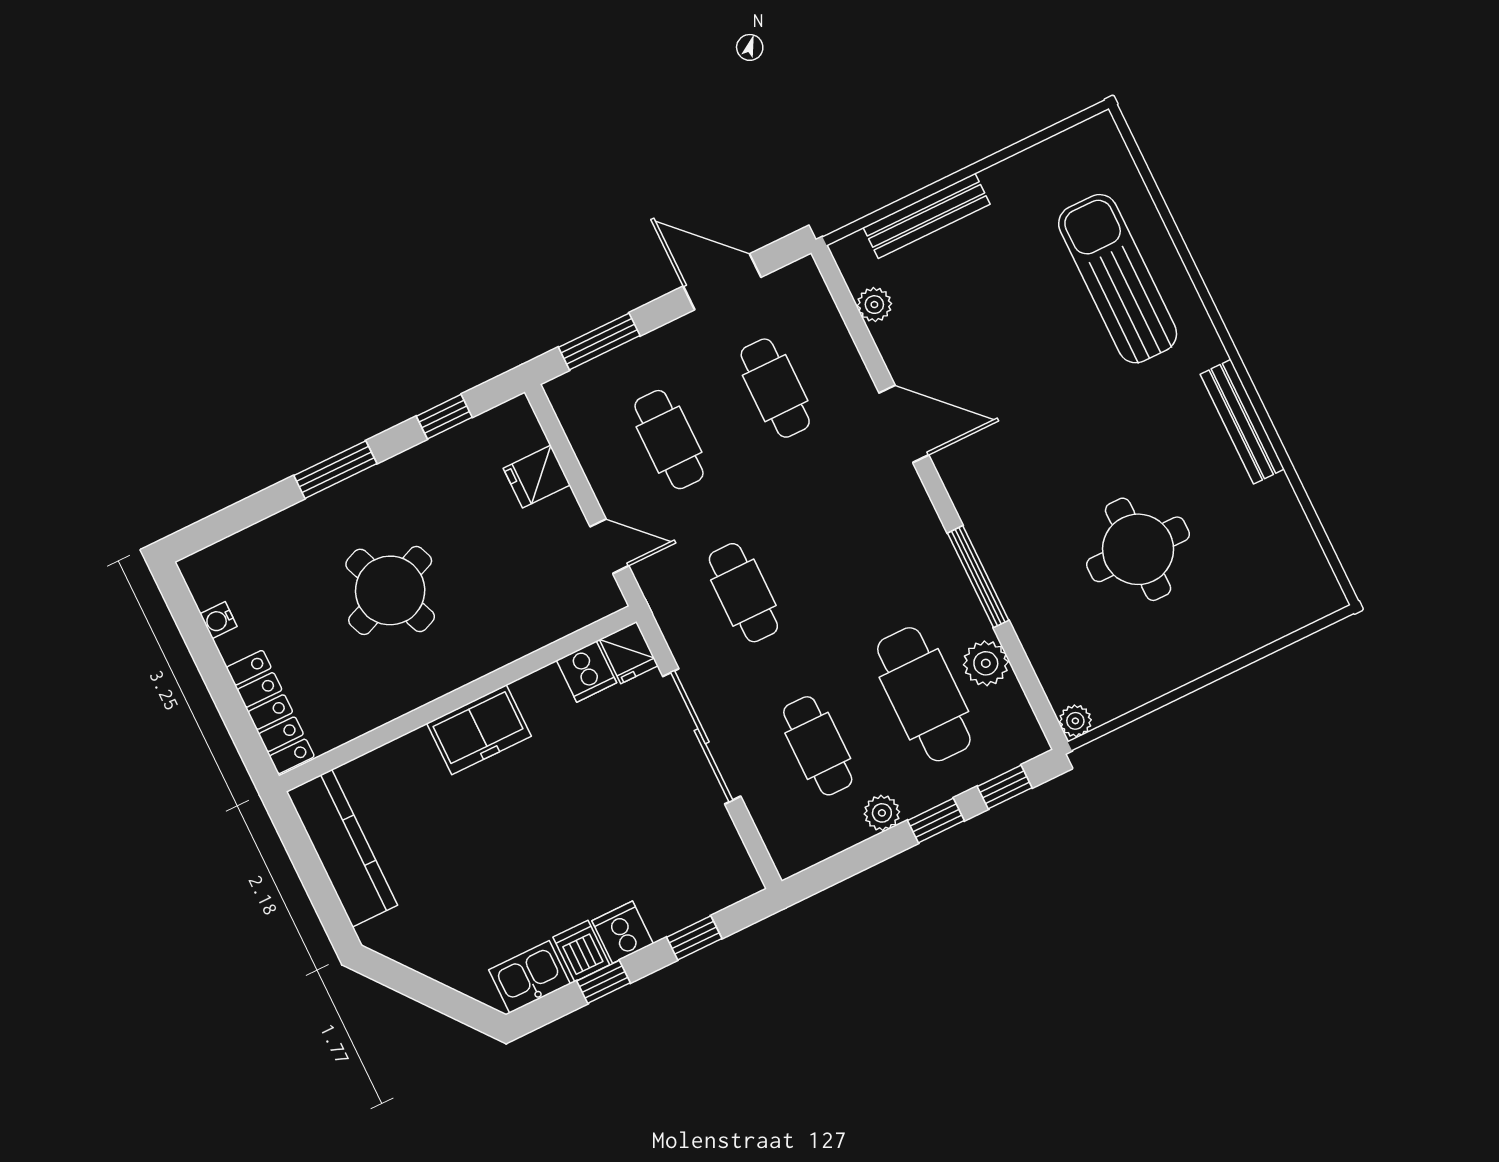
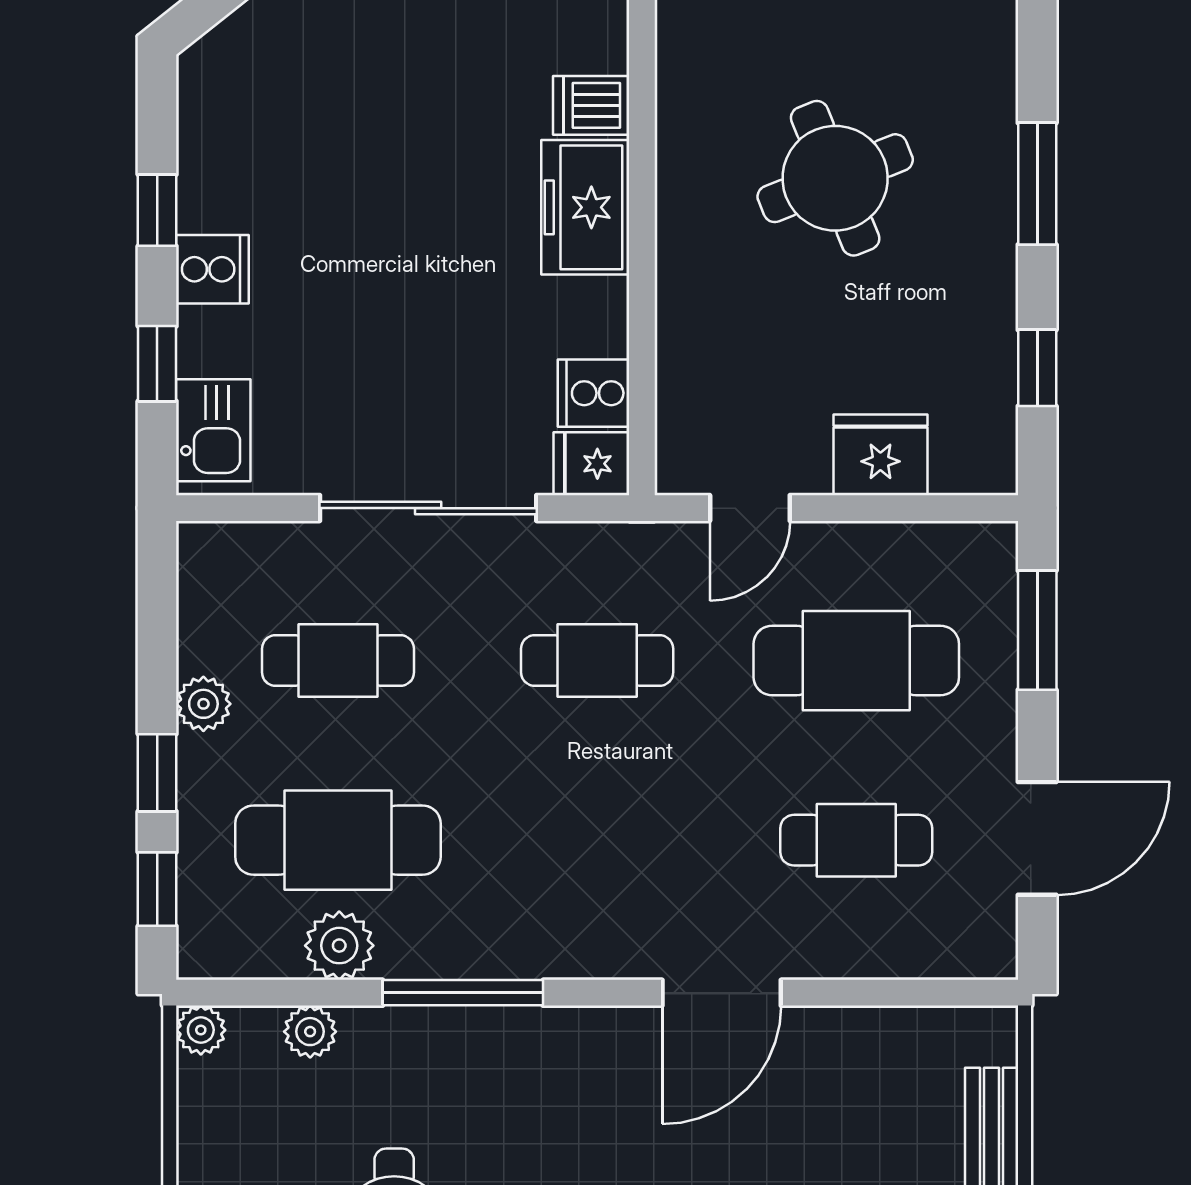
plant: (874, 305) -> (310, 1032), moved
cafe table: (669, 440) -> (856, 661), width x1.37, depth x1.35
fridge: (537, 477) -> (880, 455), width x1.38
dishwasher: (581, 951) -> (591, 105), moved, turned 180
kitchen sink: (530, 977) -> (213, 430), moved

